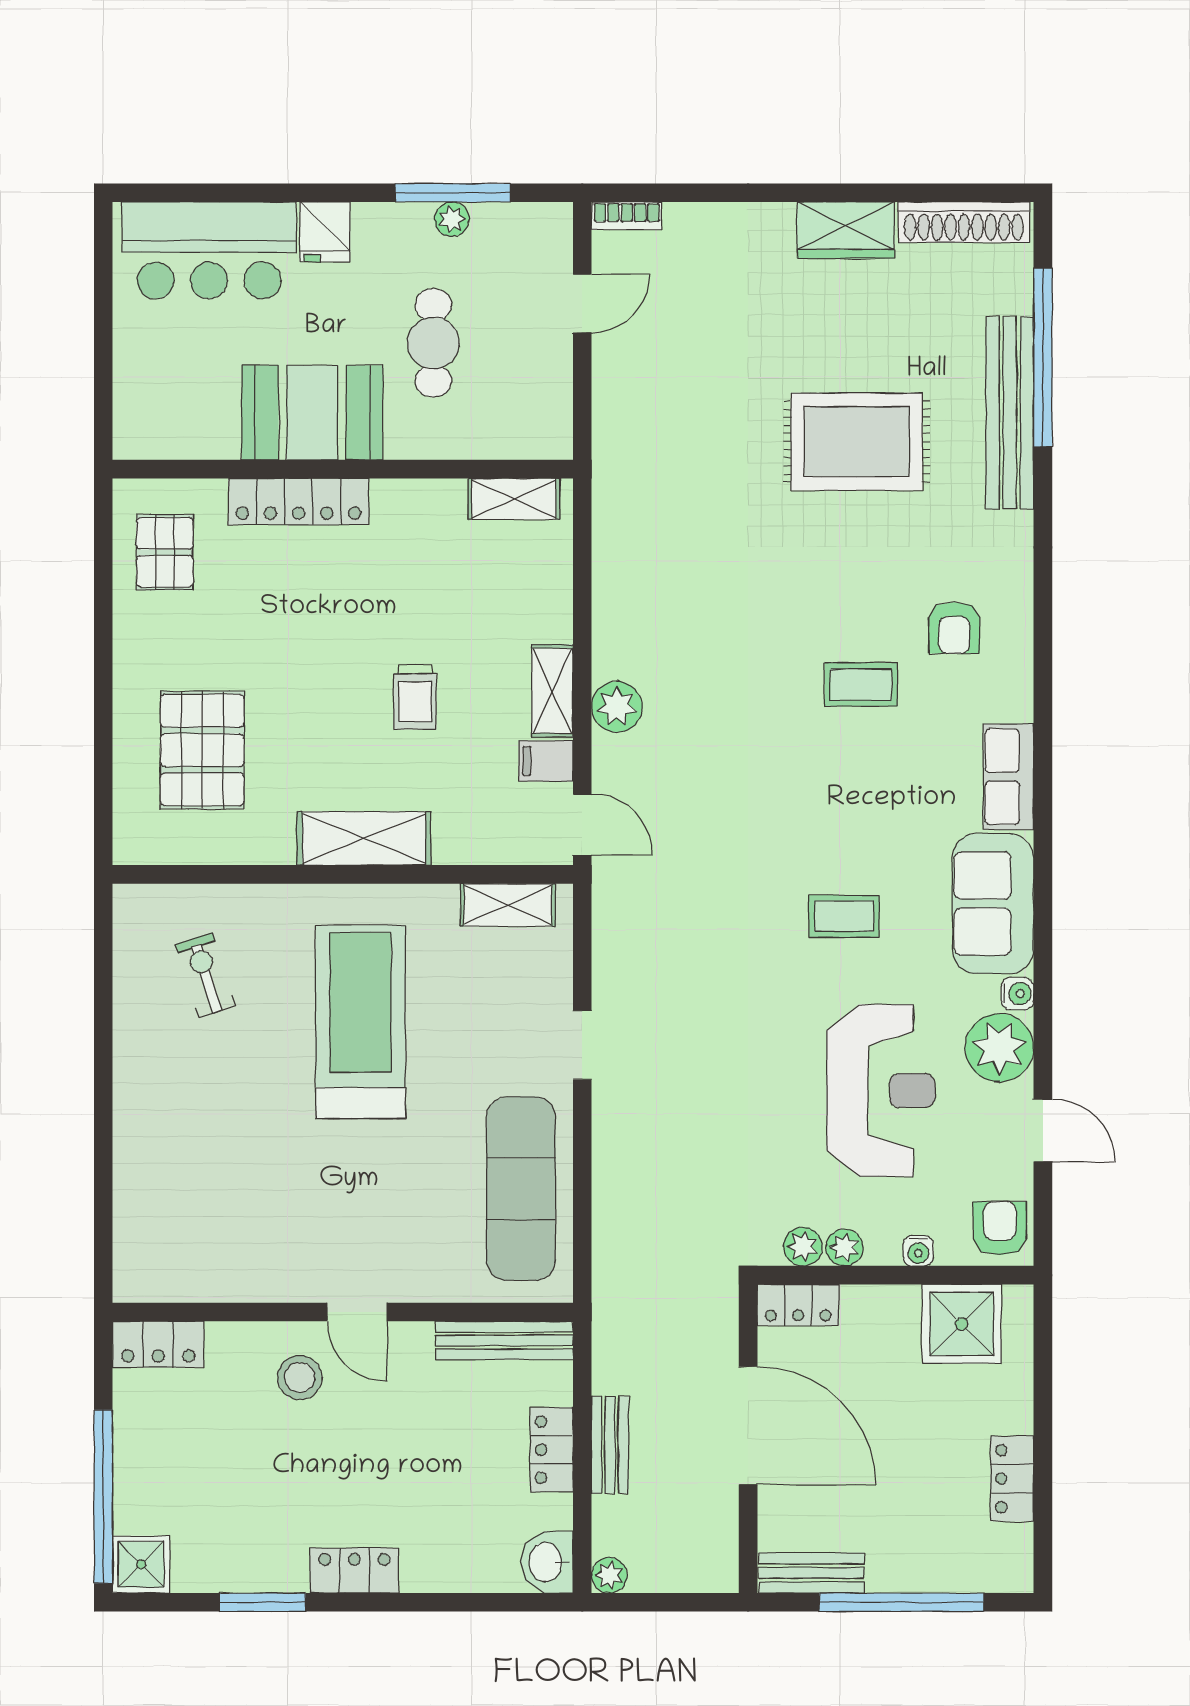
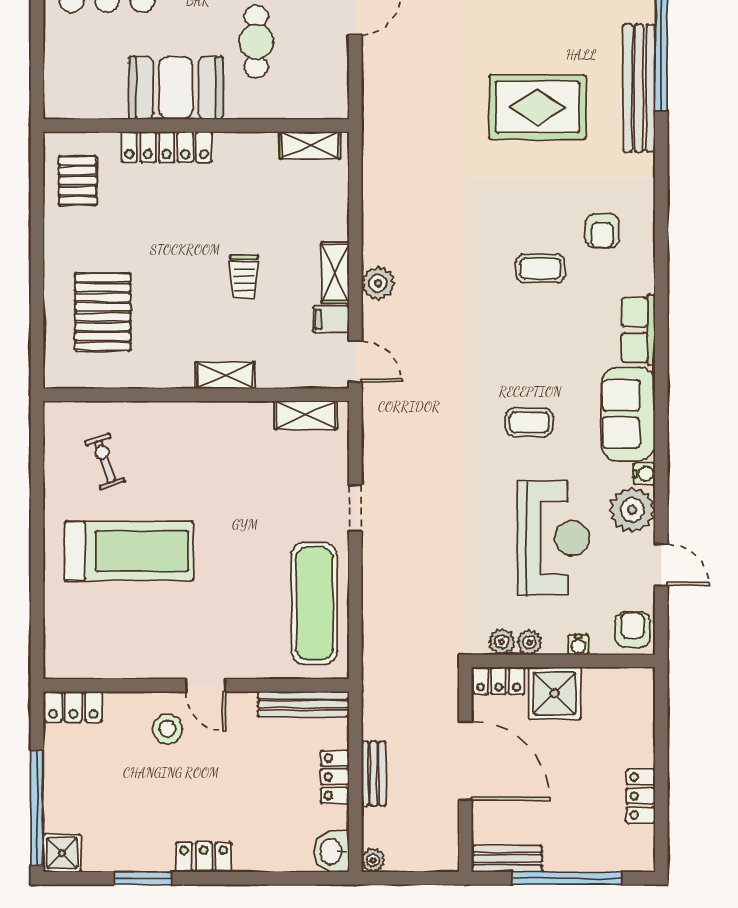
shelving: (364, 838) -> (225, 375), width x0.67, depth x0.75
treadmill: (361, 1022) -> (129, 551), moved, turned 90
shower: (962, 1324) -> (554, 693), moved

